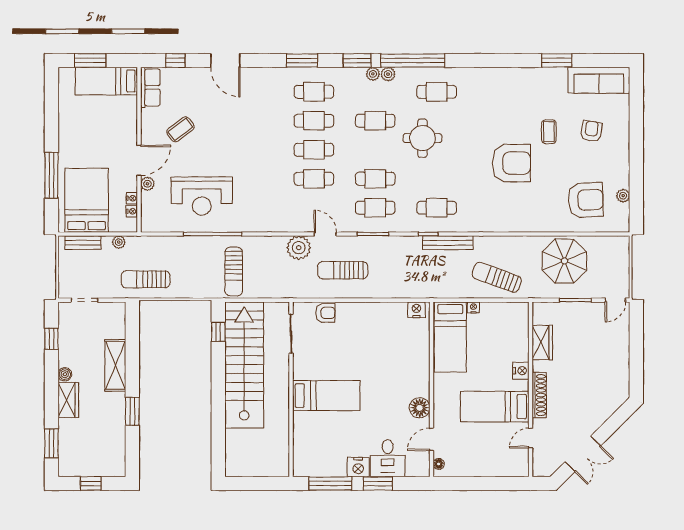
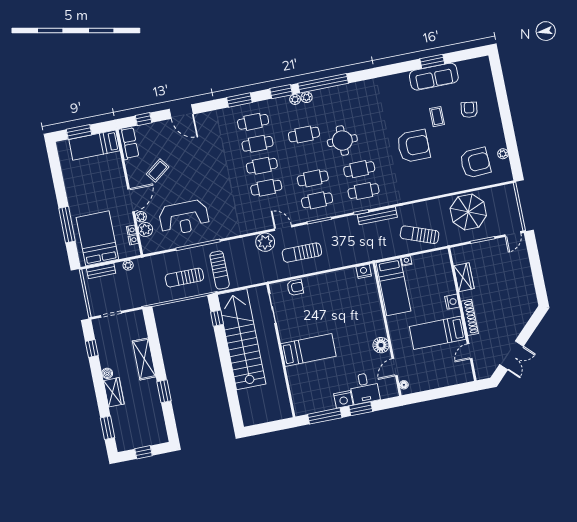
sofa: (599, 80) -> (434, 77), moved
cafe table: (437, 92) -> (359, 169), moved
plant: (150, 201) -> (145, 229), added
sun lounger: (146, 279) -> (184, 278), moved

